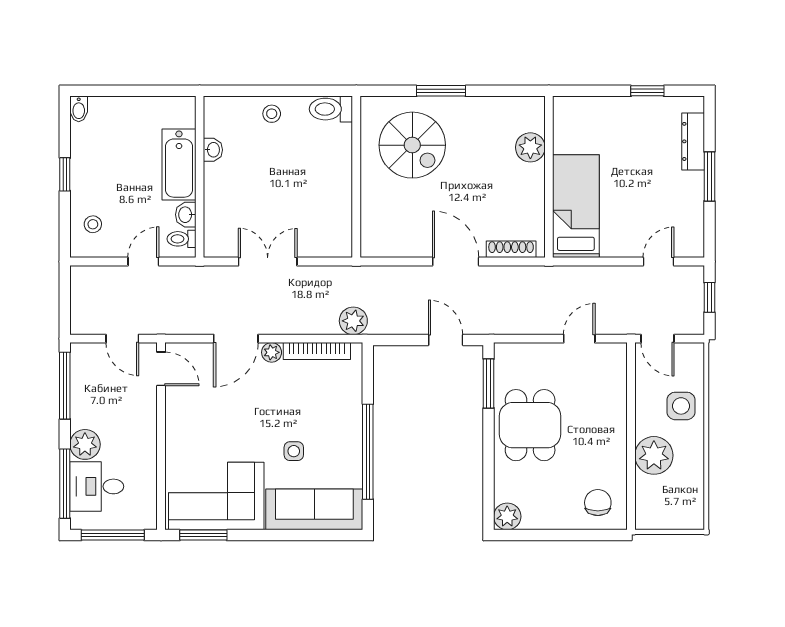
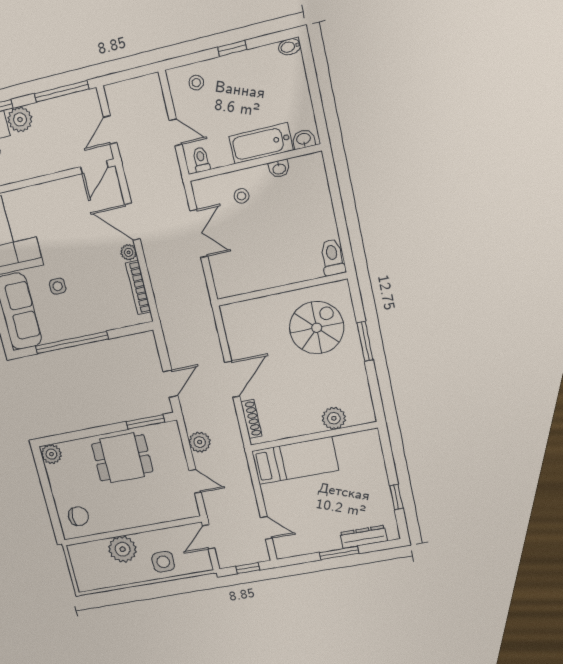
stool: (272, 114) -> (242, 196), moved
spiral stairs: (412, 145) -> (317, 328), turned 180
washbasin: (186, 215) -> (304, 139), moved
plant: (353, 321) -> (200, 442), moved

